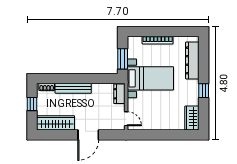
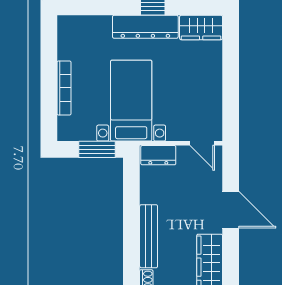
dresser: (192, 60) -> (145, 27), moved
door: (126, 119) -> (202, 143), swing flipped

